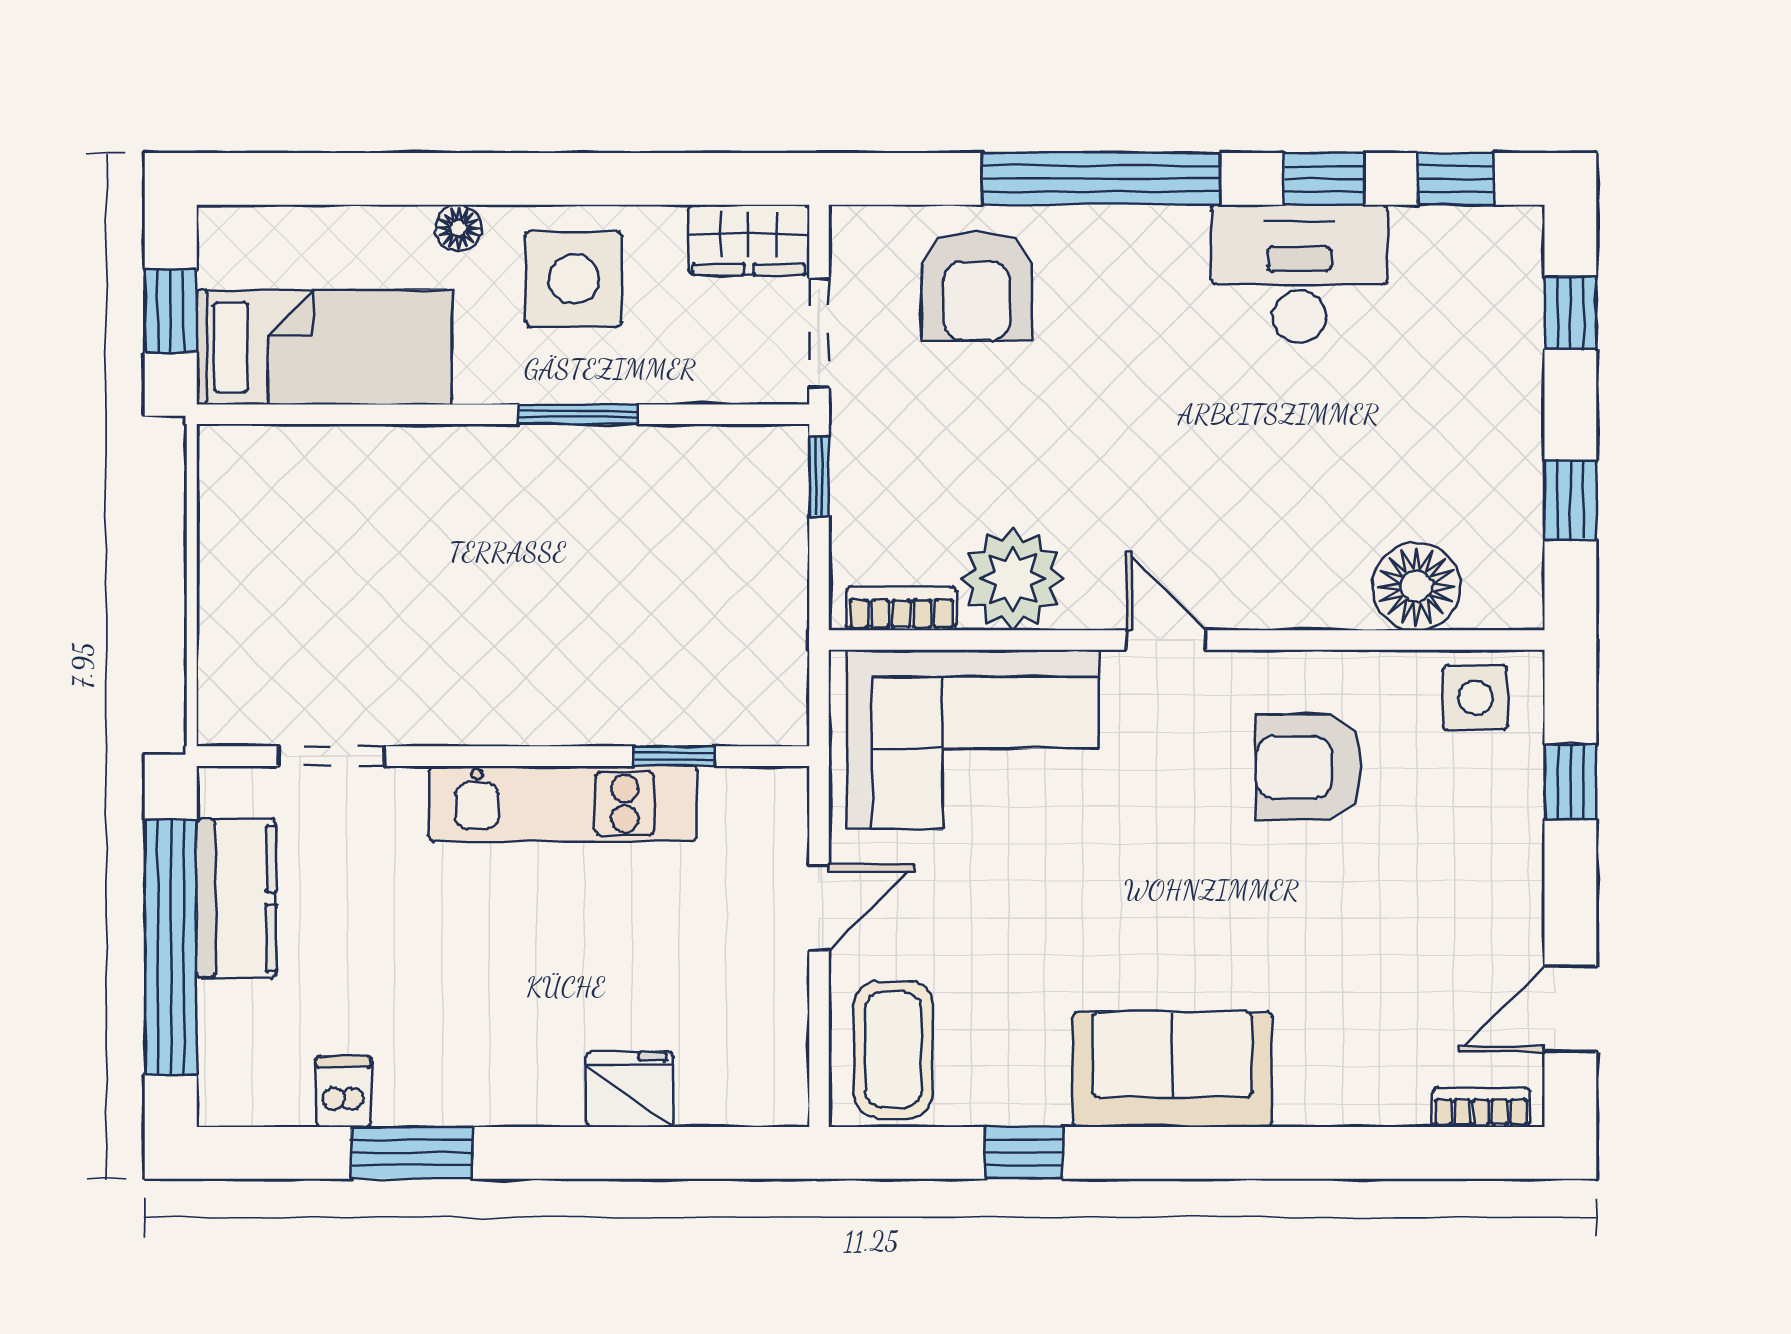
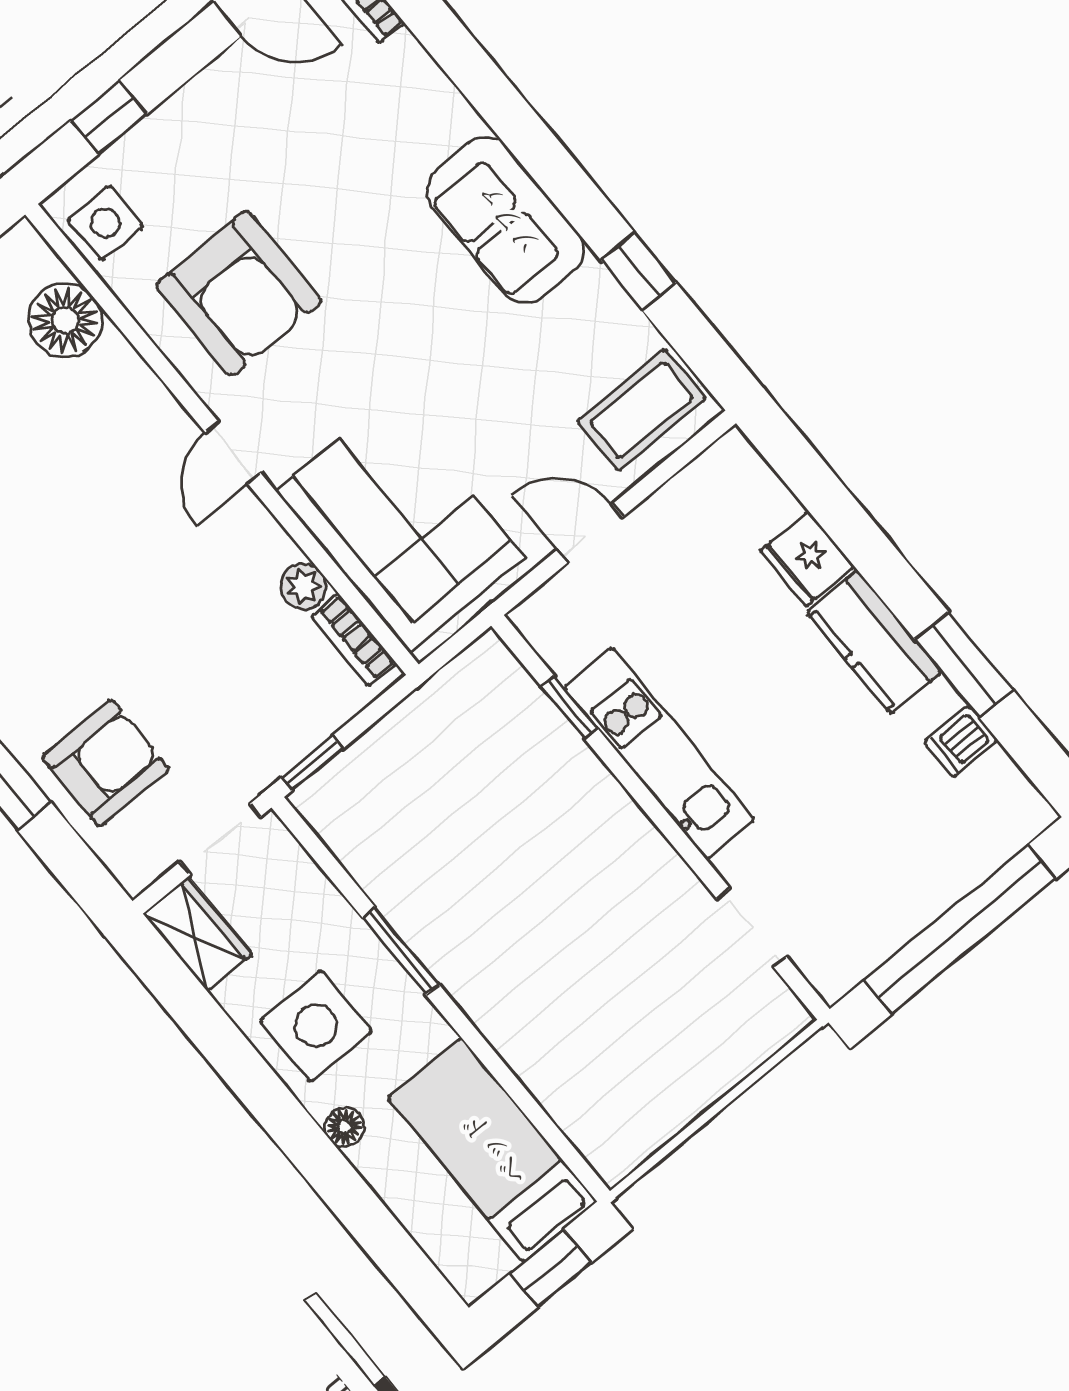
plant: (1013, 579) -> (303, 586), width x0.53, depth x0.53
armchair: (1309, 767) -> (239, 293), width x1.36, depth x1.36
kitchen counter: (236, 898) -> (874, 642), moved, turned -90

